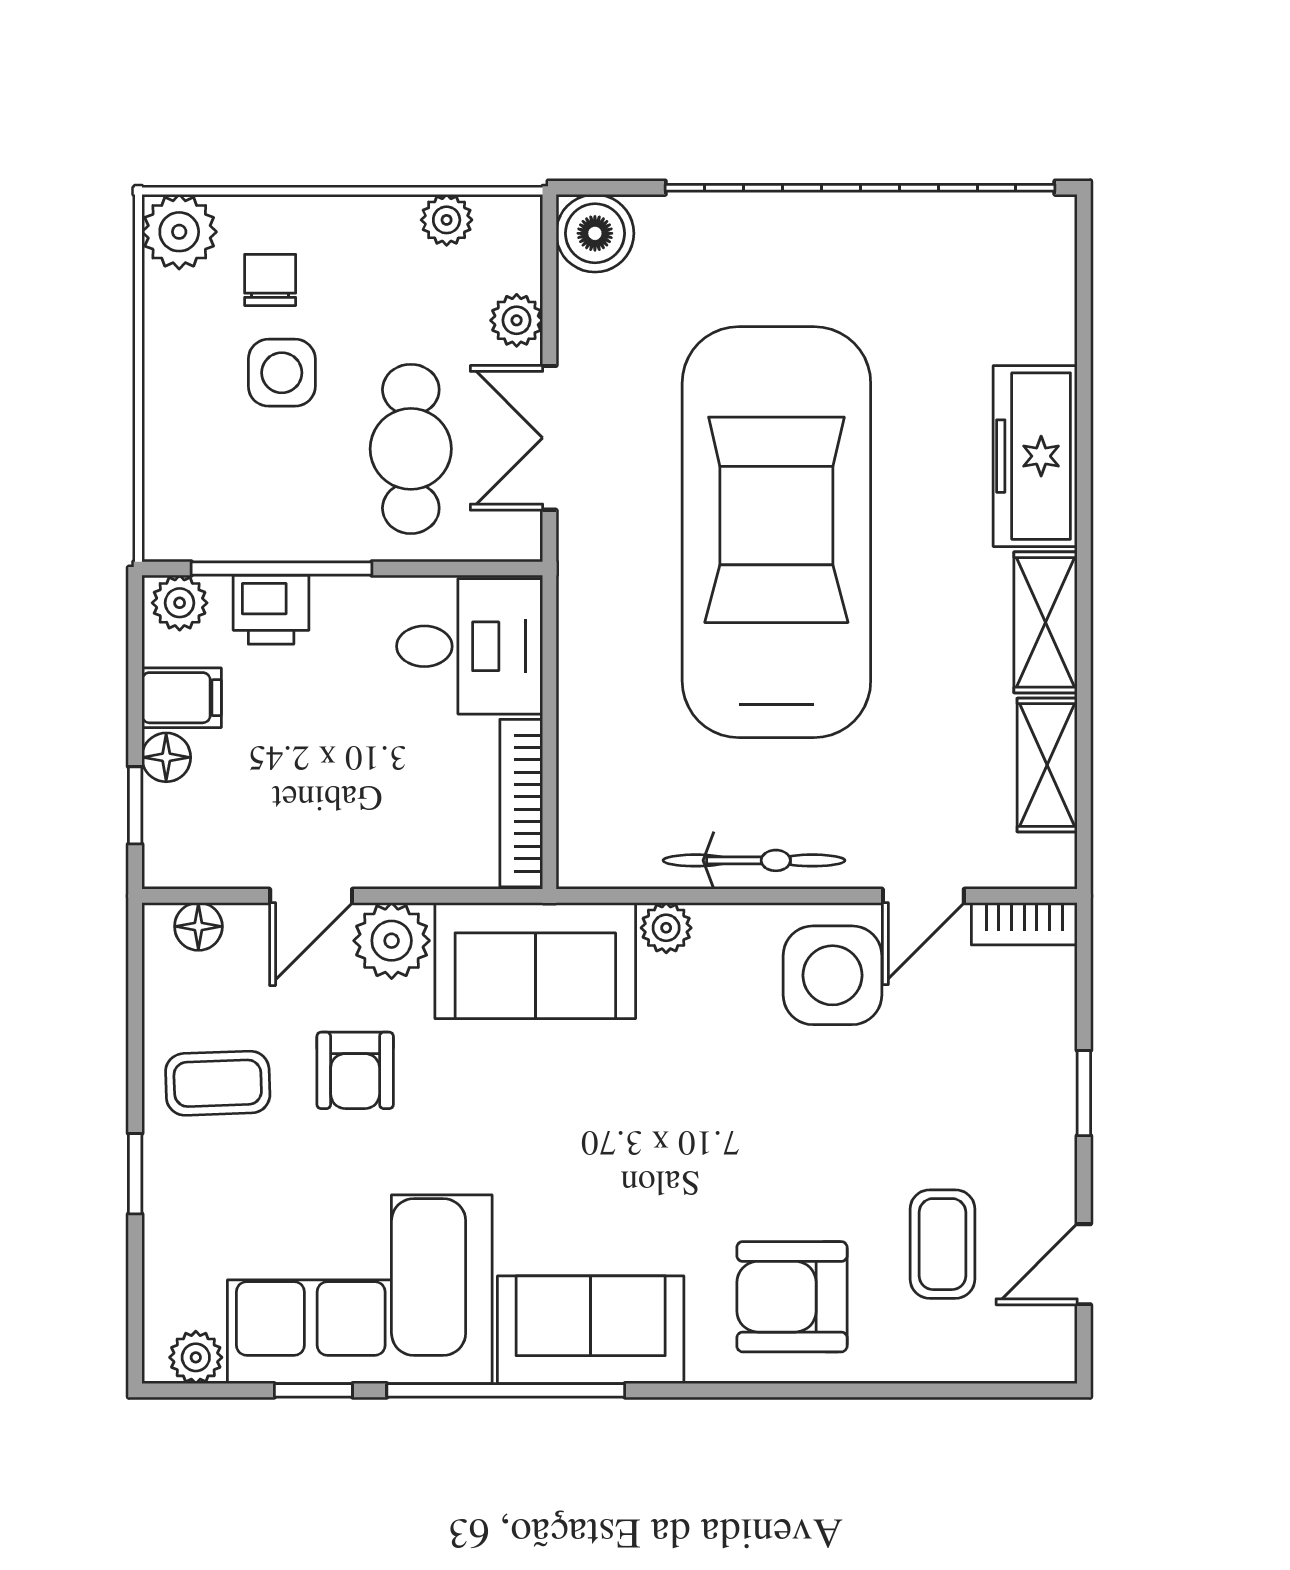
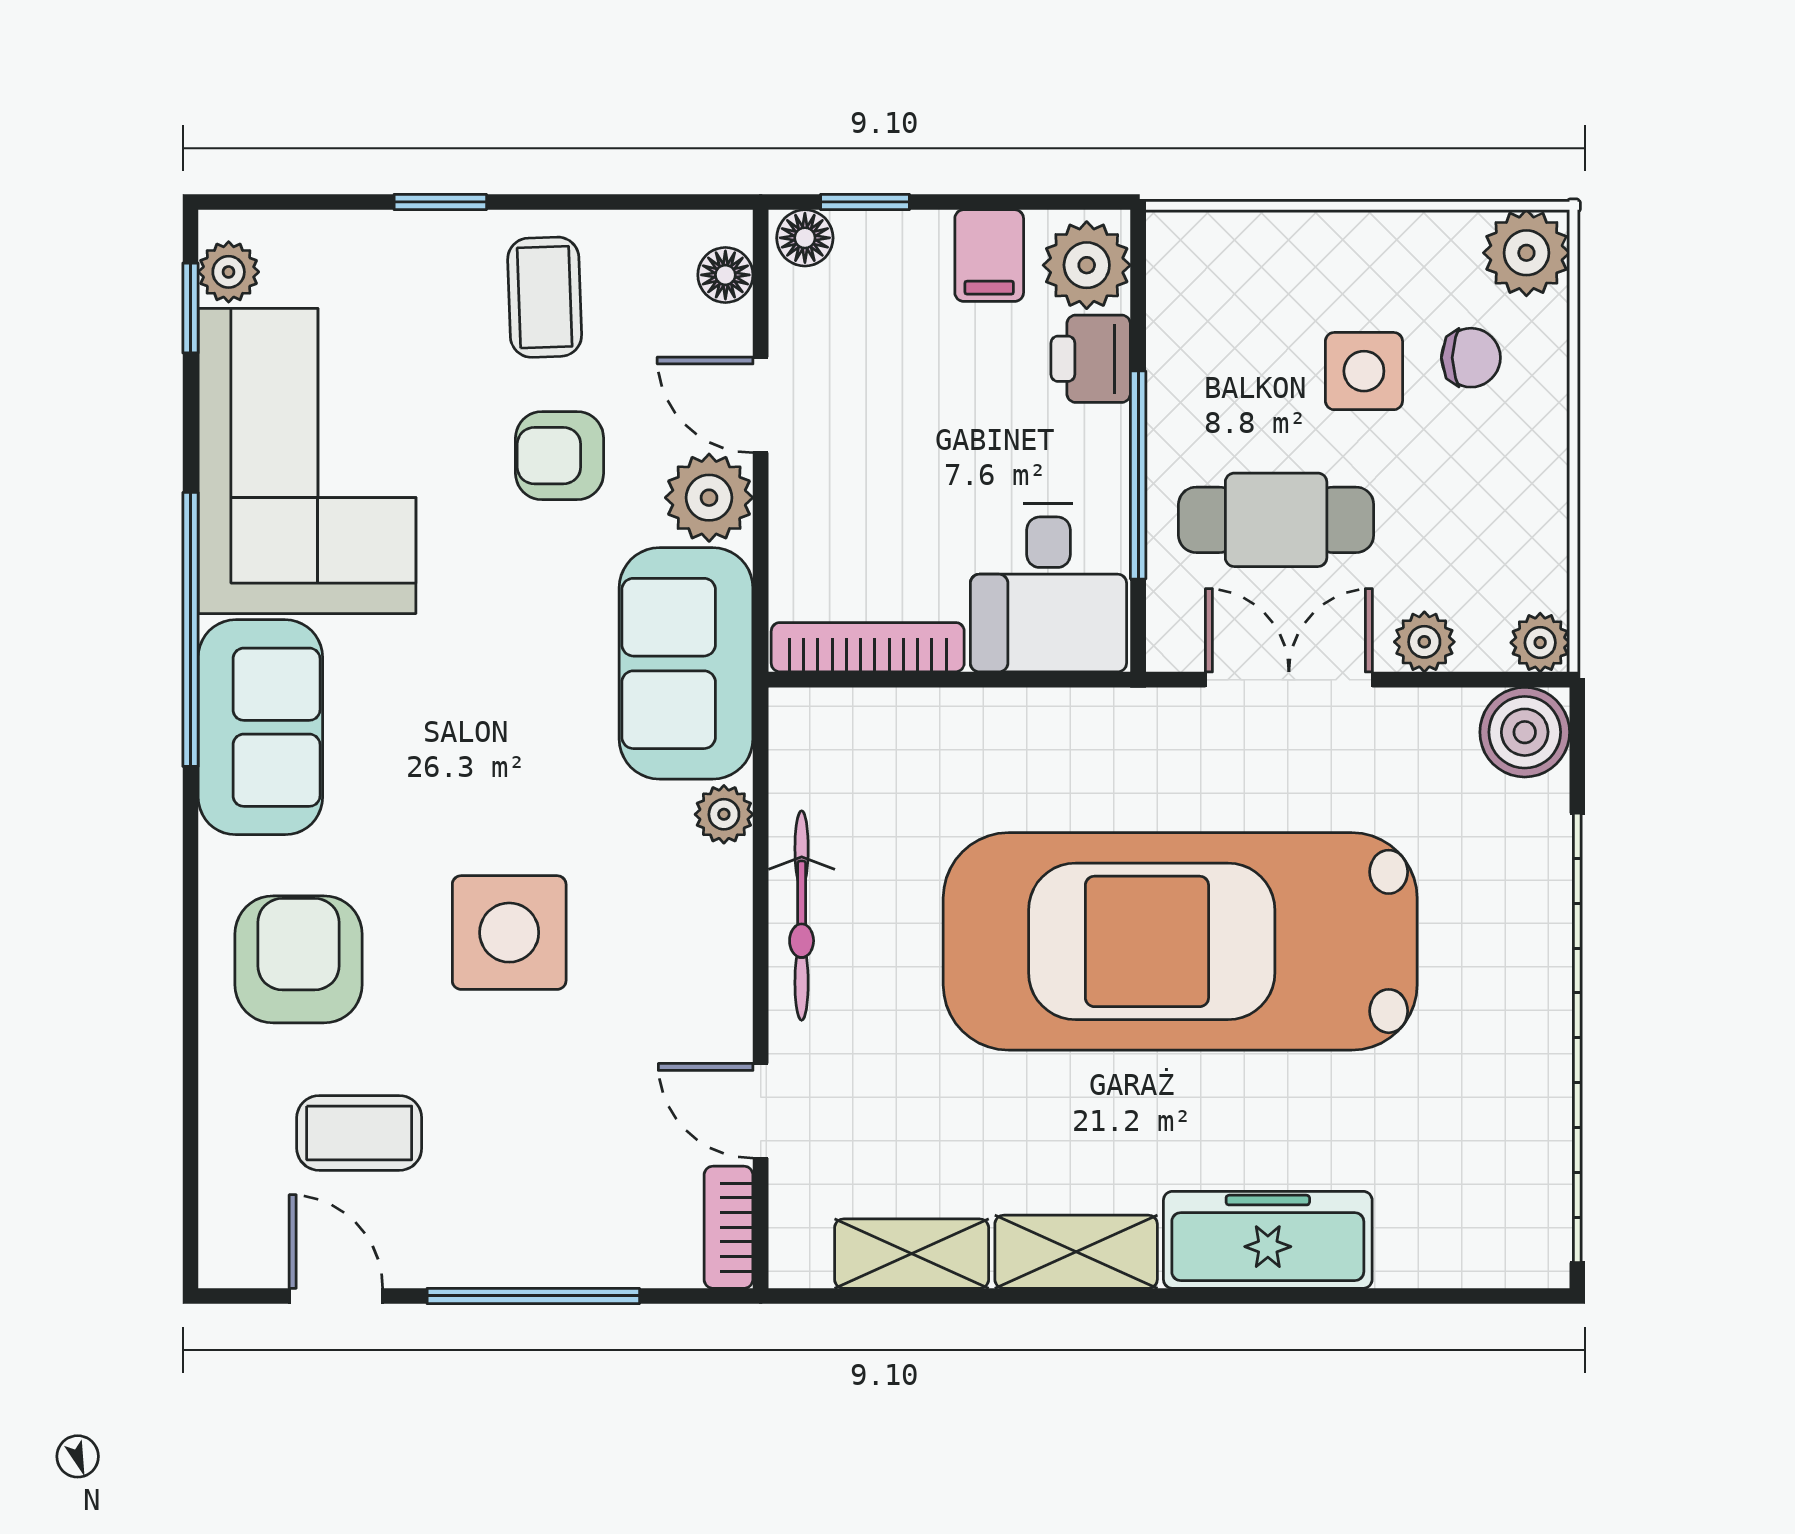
plant: (447, 220) -> (1540, 643), moved
car: (776, 532) -> (1180, 941), turned 180
window: (282, 569) -> (1138, 475), moved
plant: (180, 603) -> (1087, 265), width x1.38, depth x1.38
floor lamp: (166, 757) -> (805, 238), moved
side table: (832, 975) -> (509, 933), moved
window: (1084, 1093) -> (533, 1296), width x2.17
window: (313, 1390) -> (191, 308), moved

